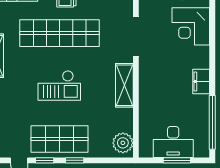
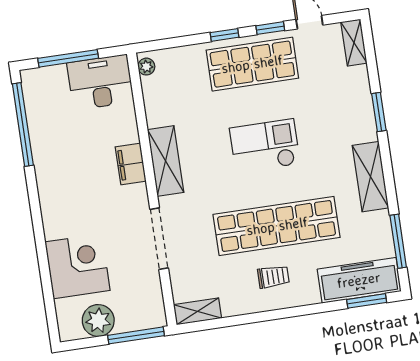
filing cabinet: (201, 82) -> (131, 164), moved, turned 180
desk: (173, 142) -> (100, 82), moved
plant: (123, 143) -> (146, 67), width x0.53, depth x0.53
window: (177, 160) -> (68, 58), width x1.44

